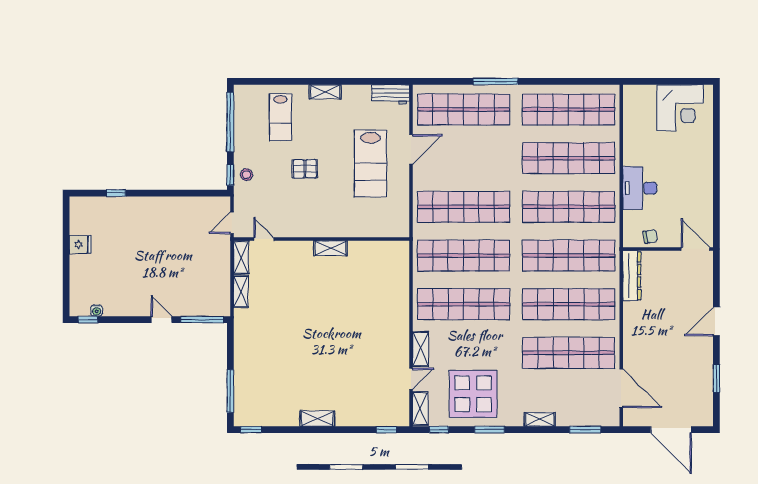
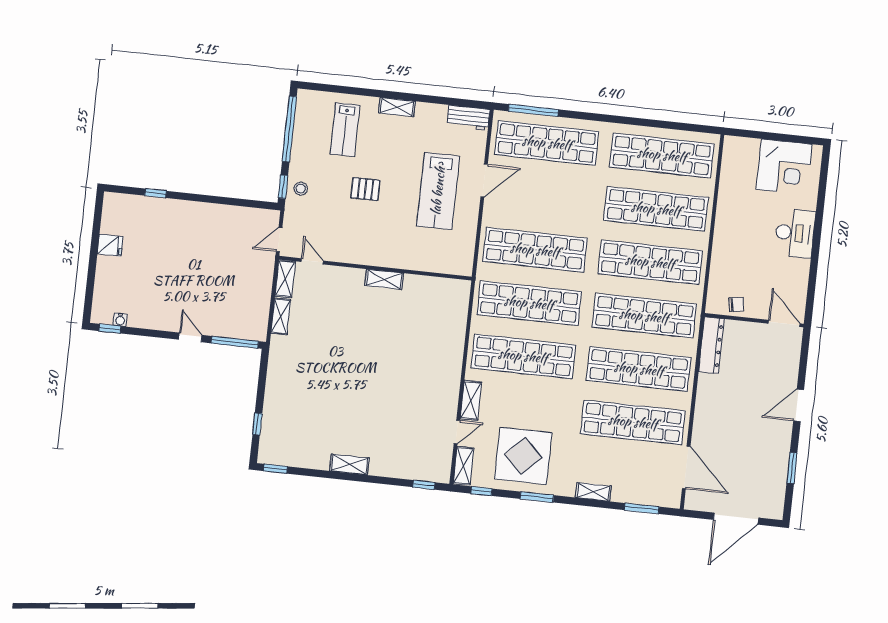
window: (495, 81) -> (533, 110), moved
desk: (640, 188) -> (795, 233), moved, turned 180
window: (230, 391) -> (257, 424), width x0.46
door: (671, 430) -> (736, 519), hinge flipped

